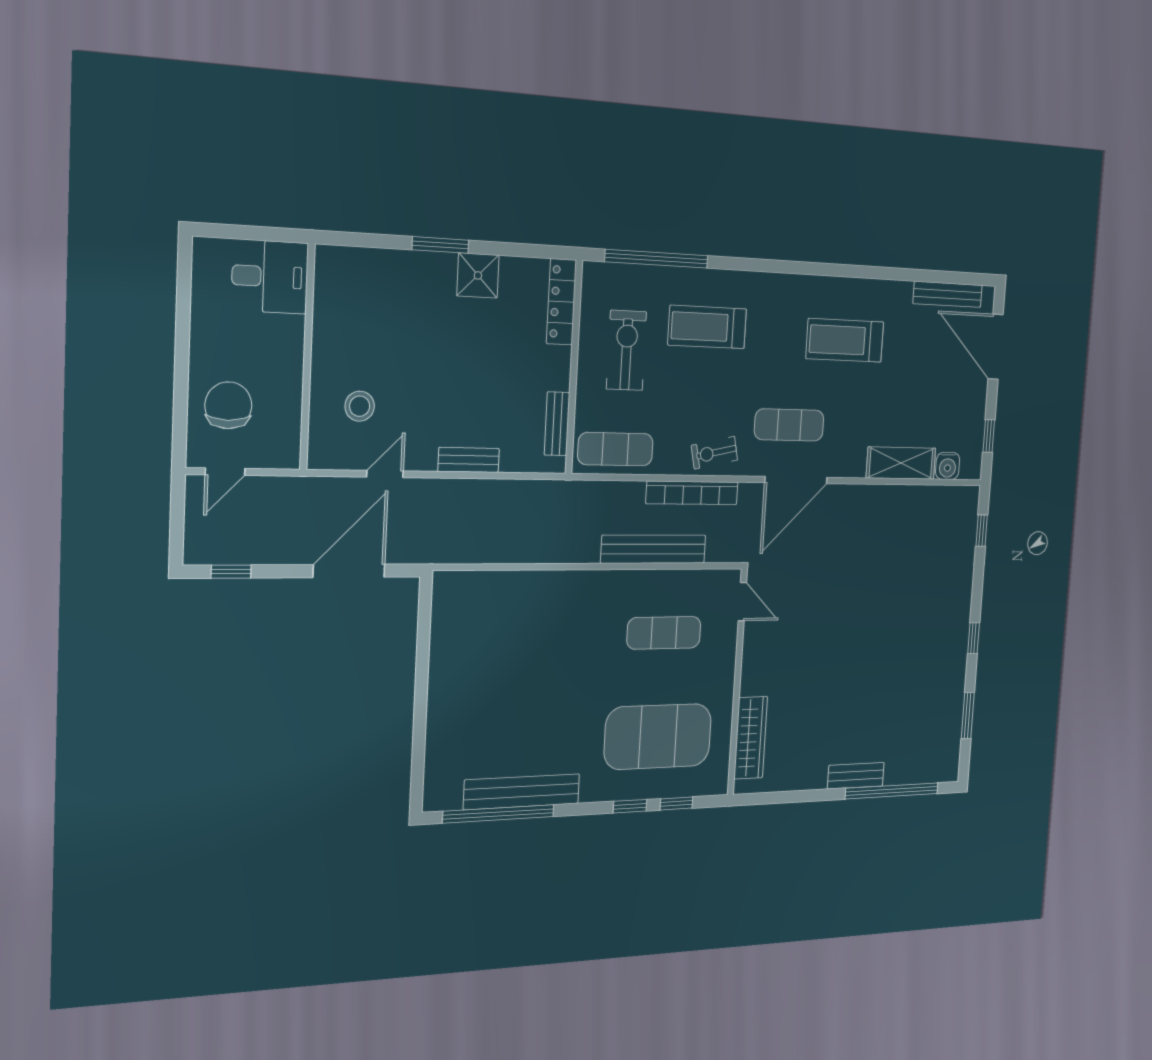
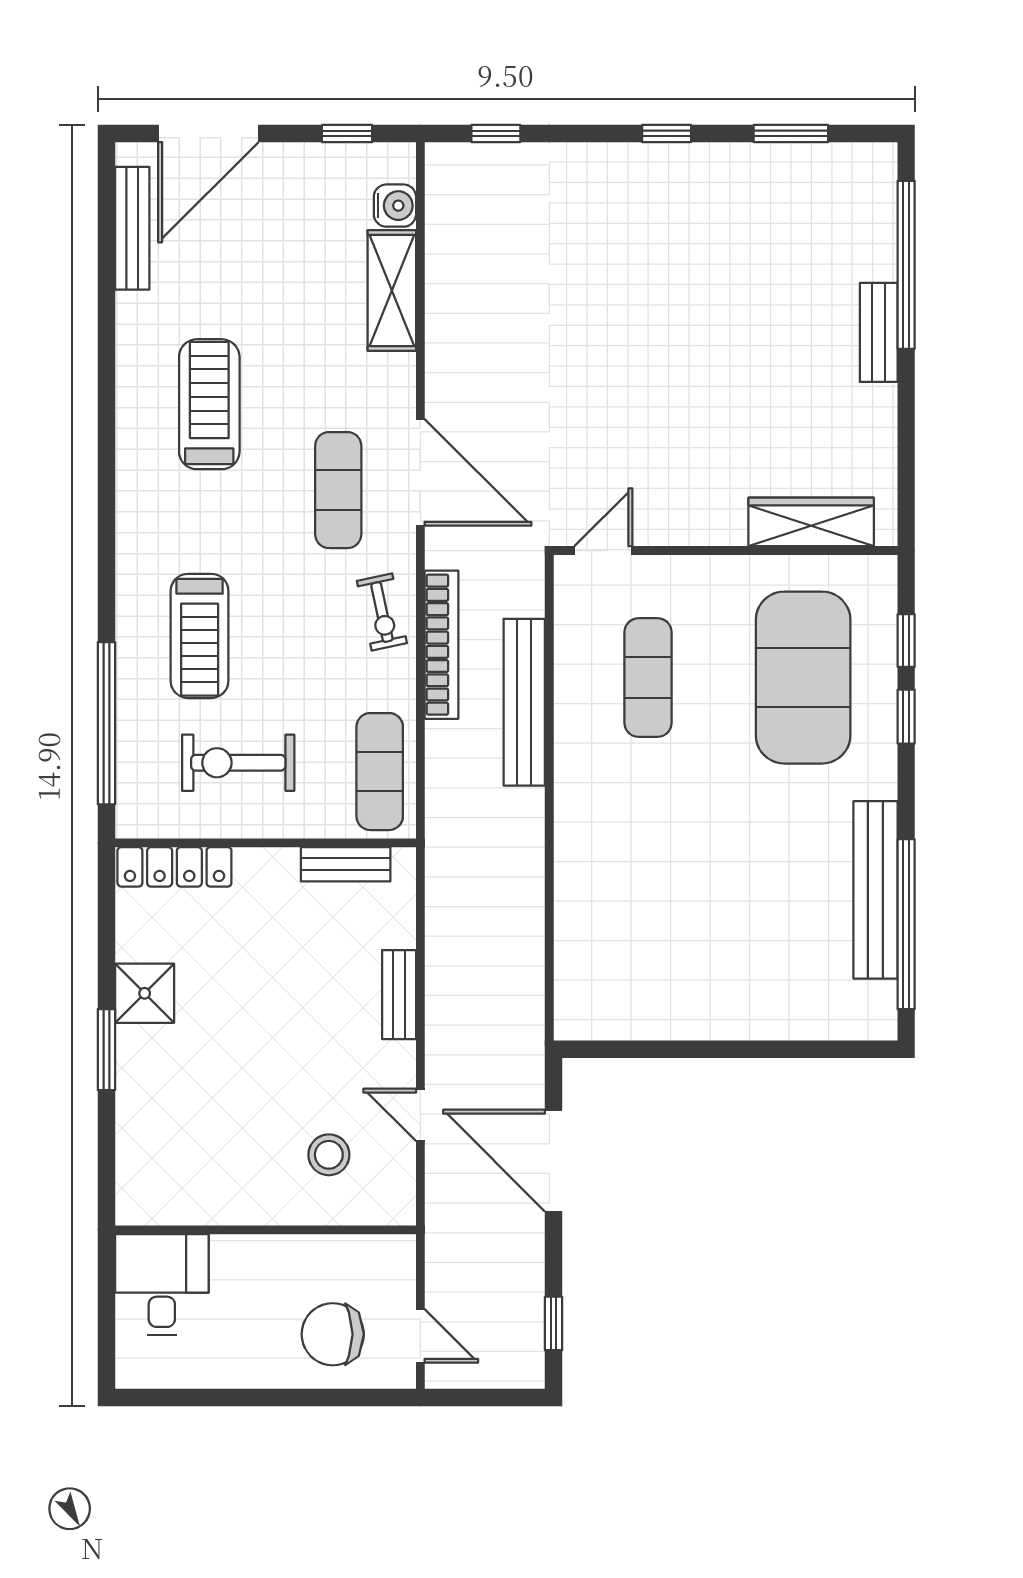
treadmill: (845, 340) -> (209, 404), turned 180

